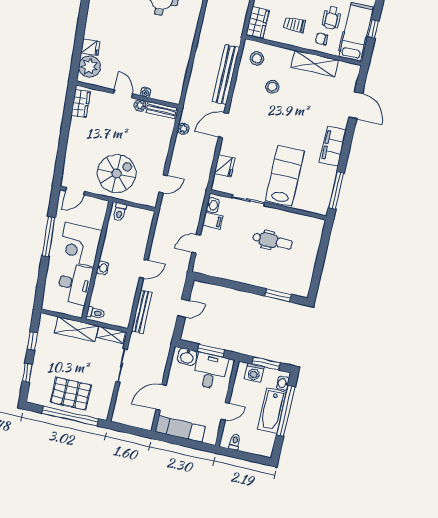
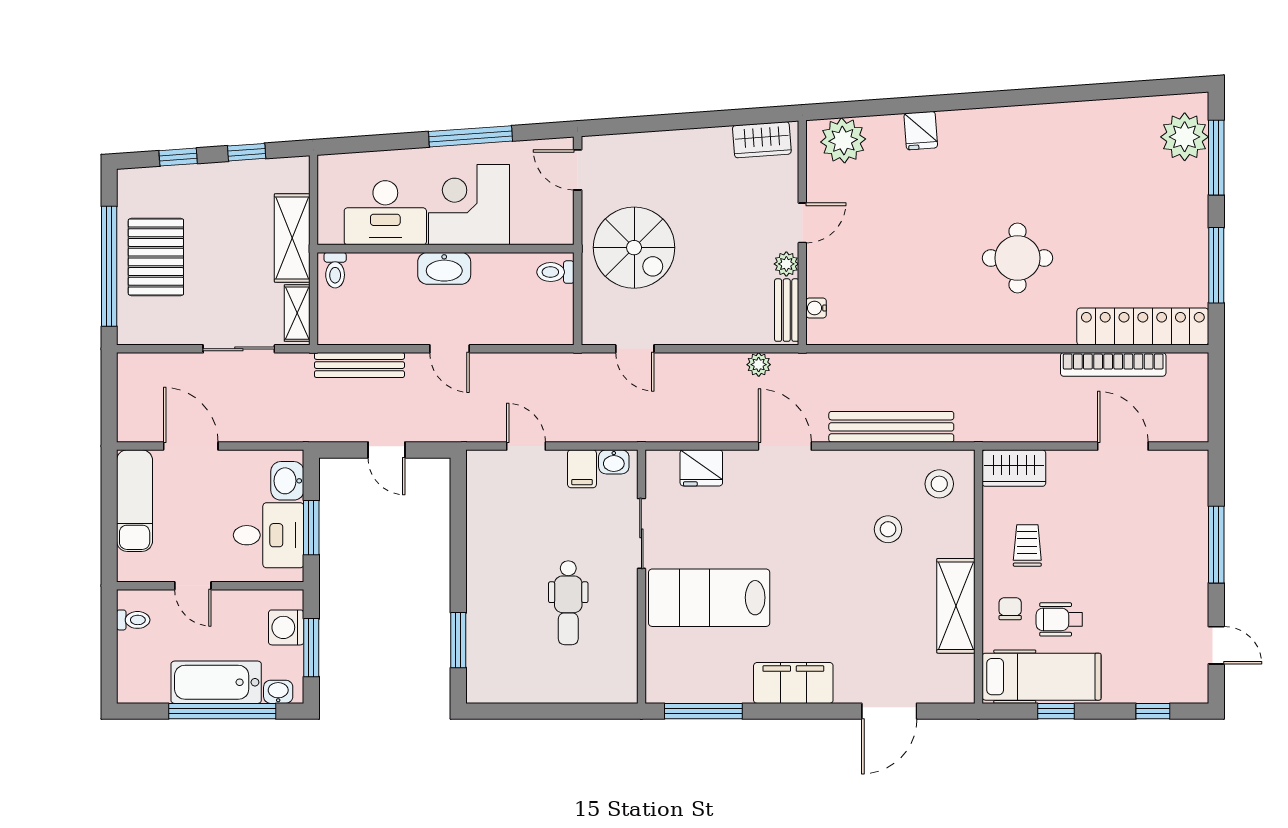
fridge: (90, 47) -> (921, 131), moved
water cooler: (145, 92) -> (816, 308), moved
lab bench: (285, 176) -> (709, 598), turned 180
washbasin: (103, 268) -> (444, 268), width x1.91, depth x1.45

